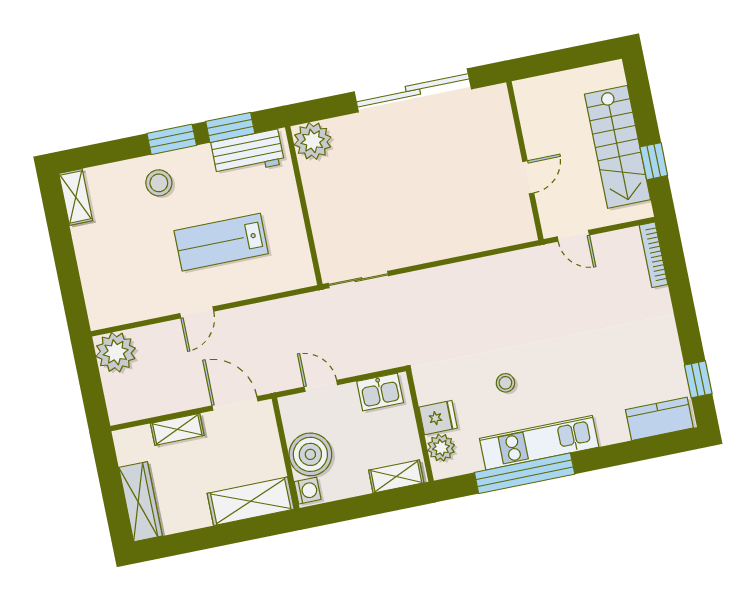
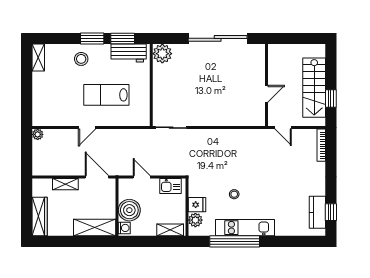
plant: (116, 352) -> (38, 134), width x0.53, depth x0.53
kitchen counter: (659, 419) -> (317, 212), moved, turned -90

